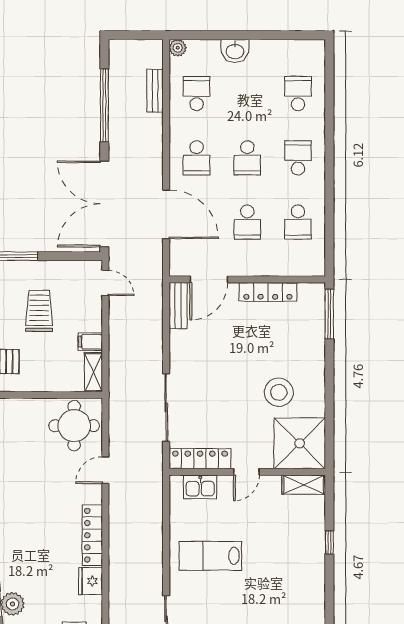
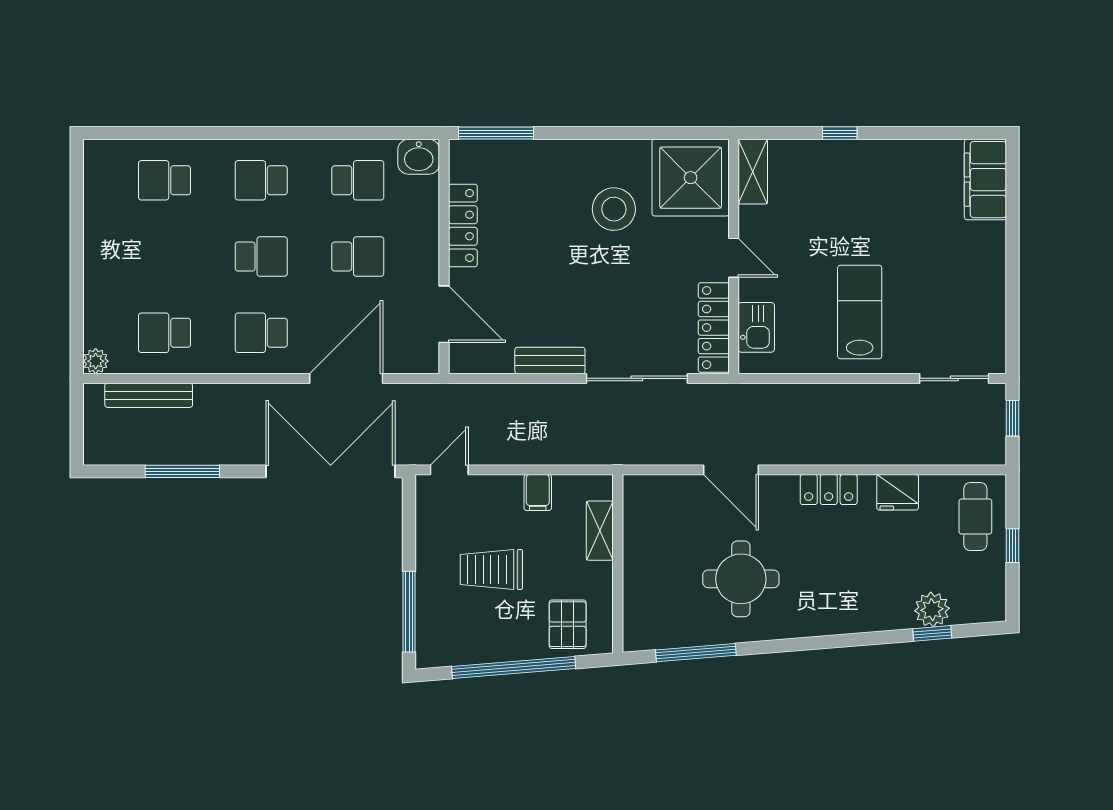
washbasin: (235, 51) -> (419, 157), moved, turned 90
bench: (155, 91) -> (149, 395), width x1.36
window: (104, 105) -> (182, 471), width x0.68
school desk: (197, 158) -> (261, 333), turned 180
double door: (104, 204) -> (331, 471), swing flipped
bench: (178, 306) -> (550, 361), moved
shelving: (93, 372) -> (600, 531), moved, turned 90
round table: (74, 426) -> (741, 579), moved
door: (105, 470) -> (731, 470), width x1.38
locker: (92, 535) -> (829, 490), width x0.66
lab bench: (210, 556) -> (860, 312), turned 180

